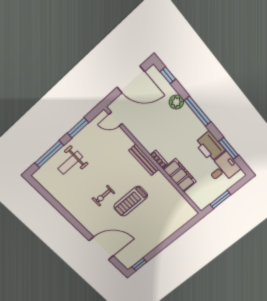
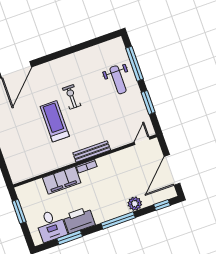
weight bench: (70, 163) -> (118, 80), turned 180

